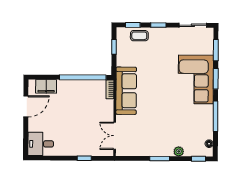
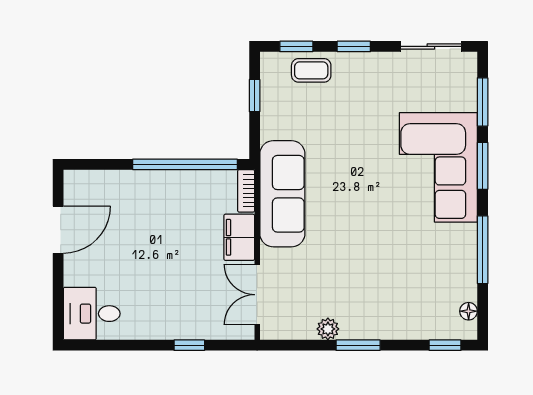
filing cabinet: (46, 86) -> (239, 237), moved, turned 90
plant: (179, 151) -> (328, 329), moved

